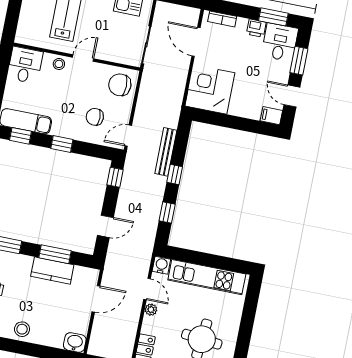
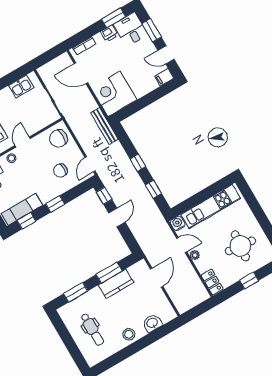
bench: (166, 152) -> (104, 126), moved
door: (105, 226) -> (117, 218), moved
washbasin: (75, 342) -> (152, 323), moved

